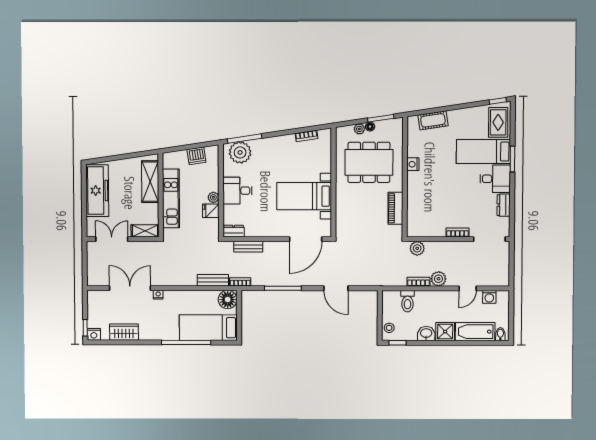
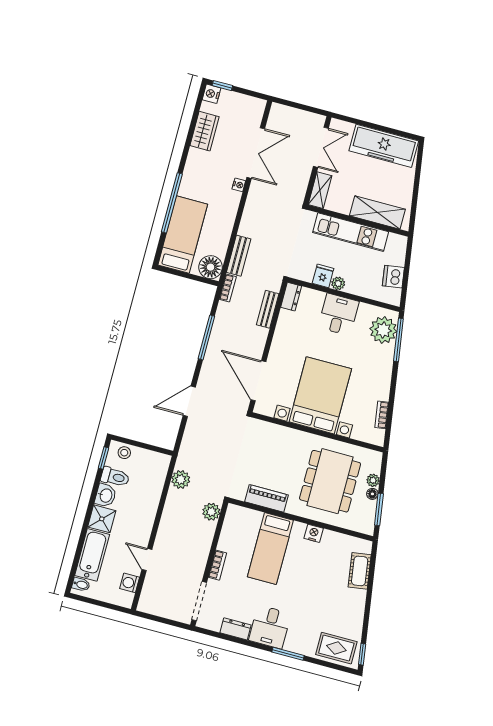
bed: (483, 152) -> (270, 549), moved, turned 180
bed with nightstands: (304, 196) -> (320, 395), width x1.36
plant: (438, 279) -> (181, 480), moved
bookcase: (418, 282) -> (171, 503), removed
toilet: (408, 301) -> (115, 477), moved, turned 180

